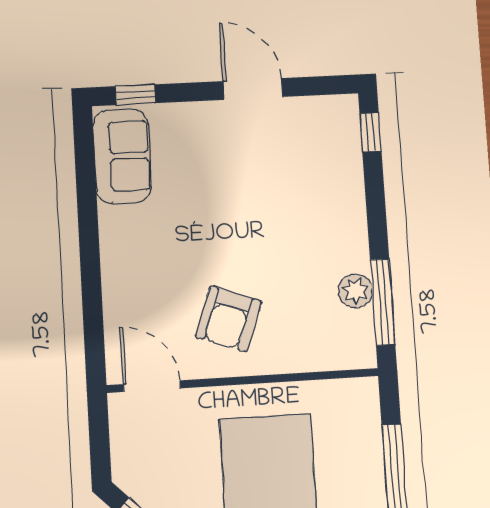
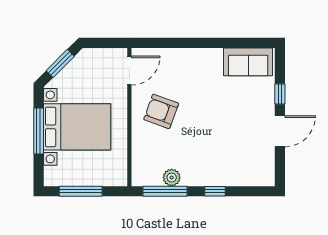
window: (135, 95) -> (280, 94), moved
window: (370, 132) -> (215, 191), moved

